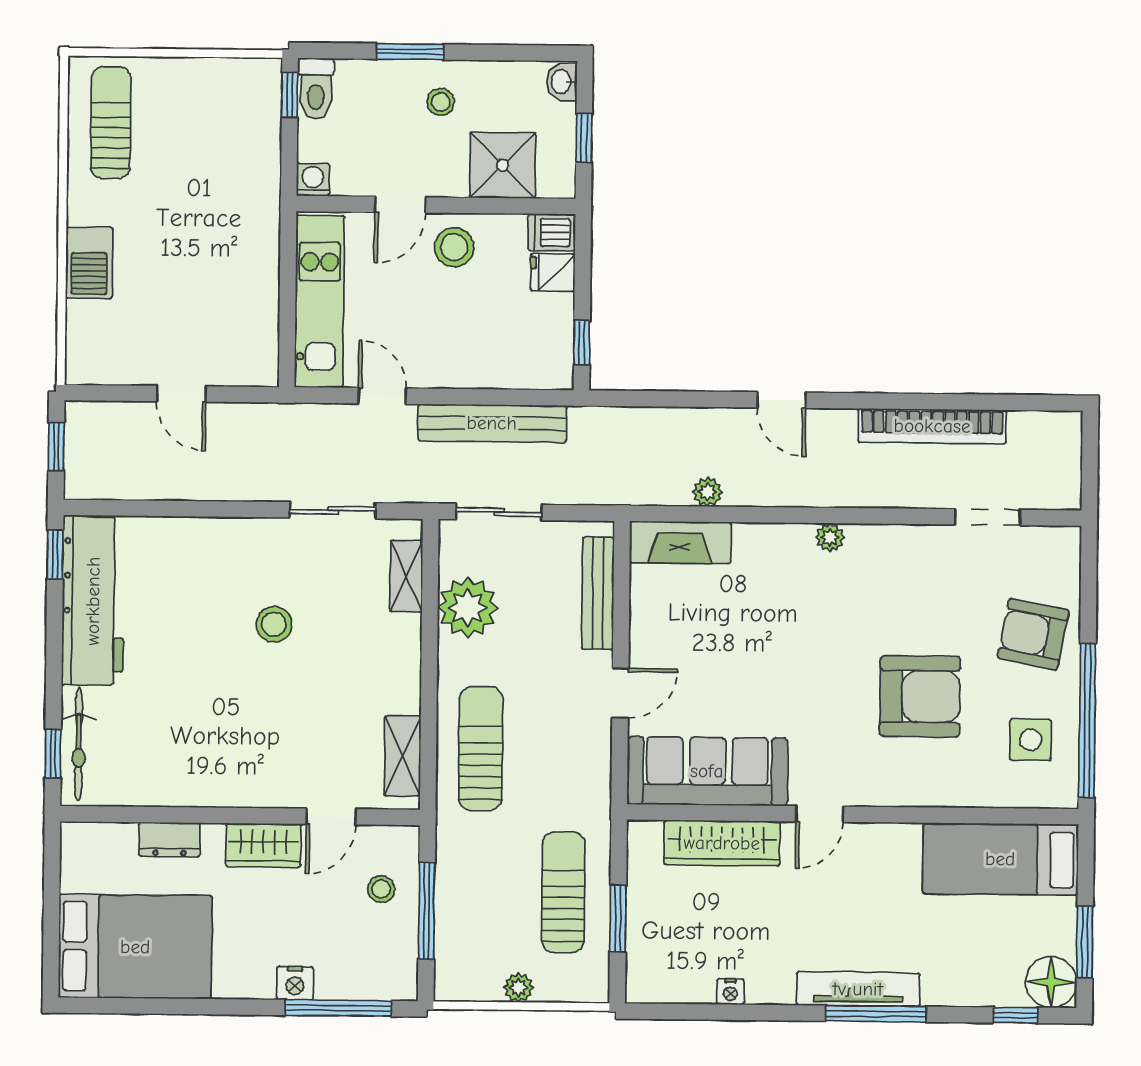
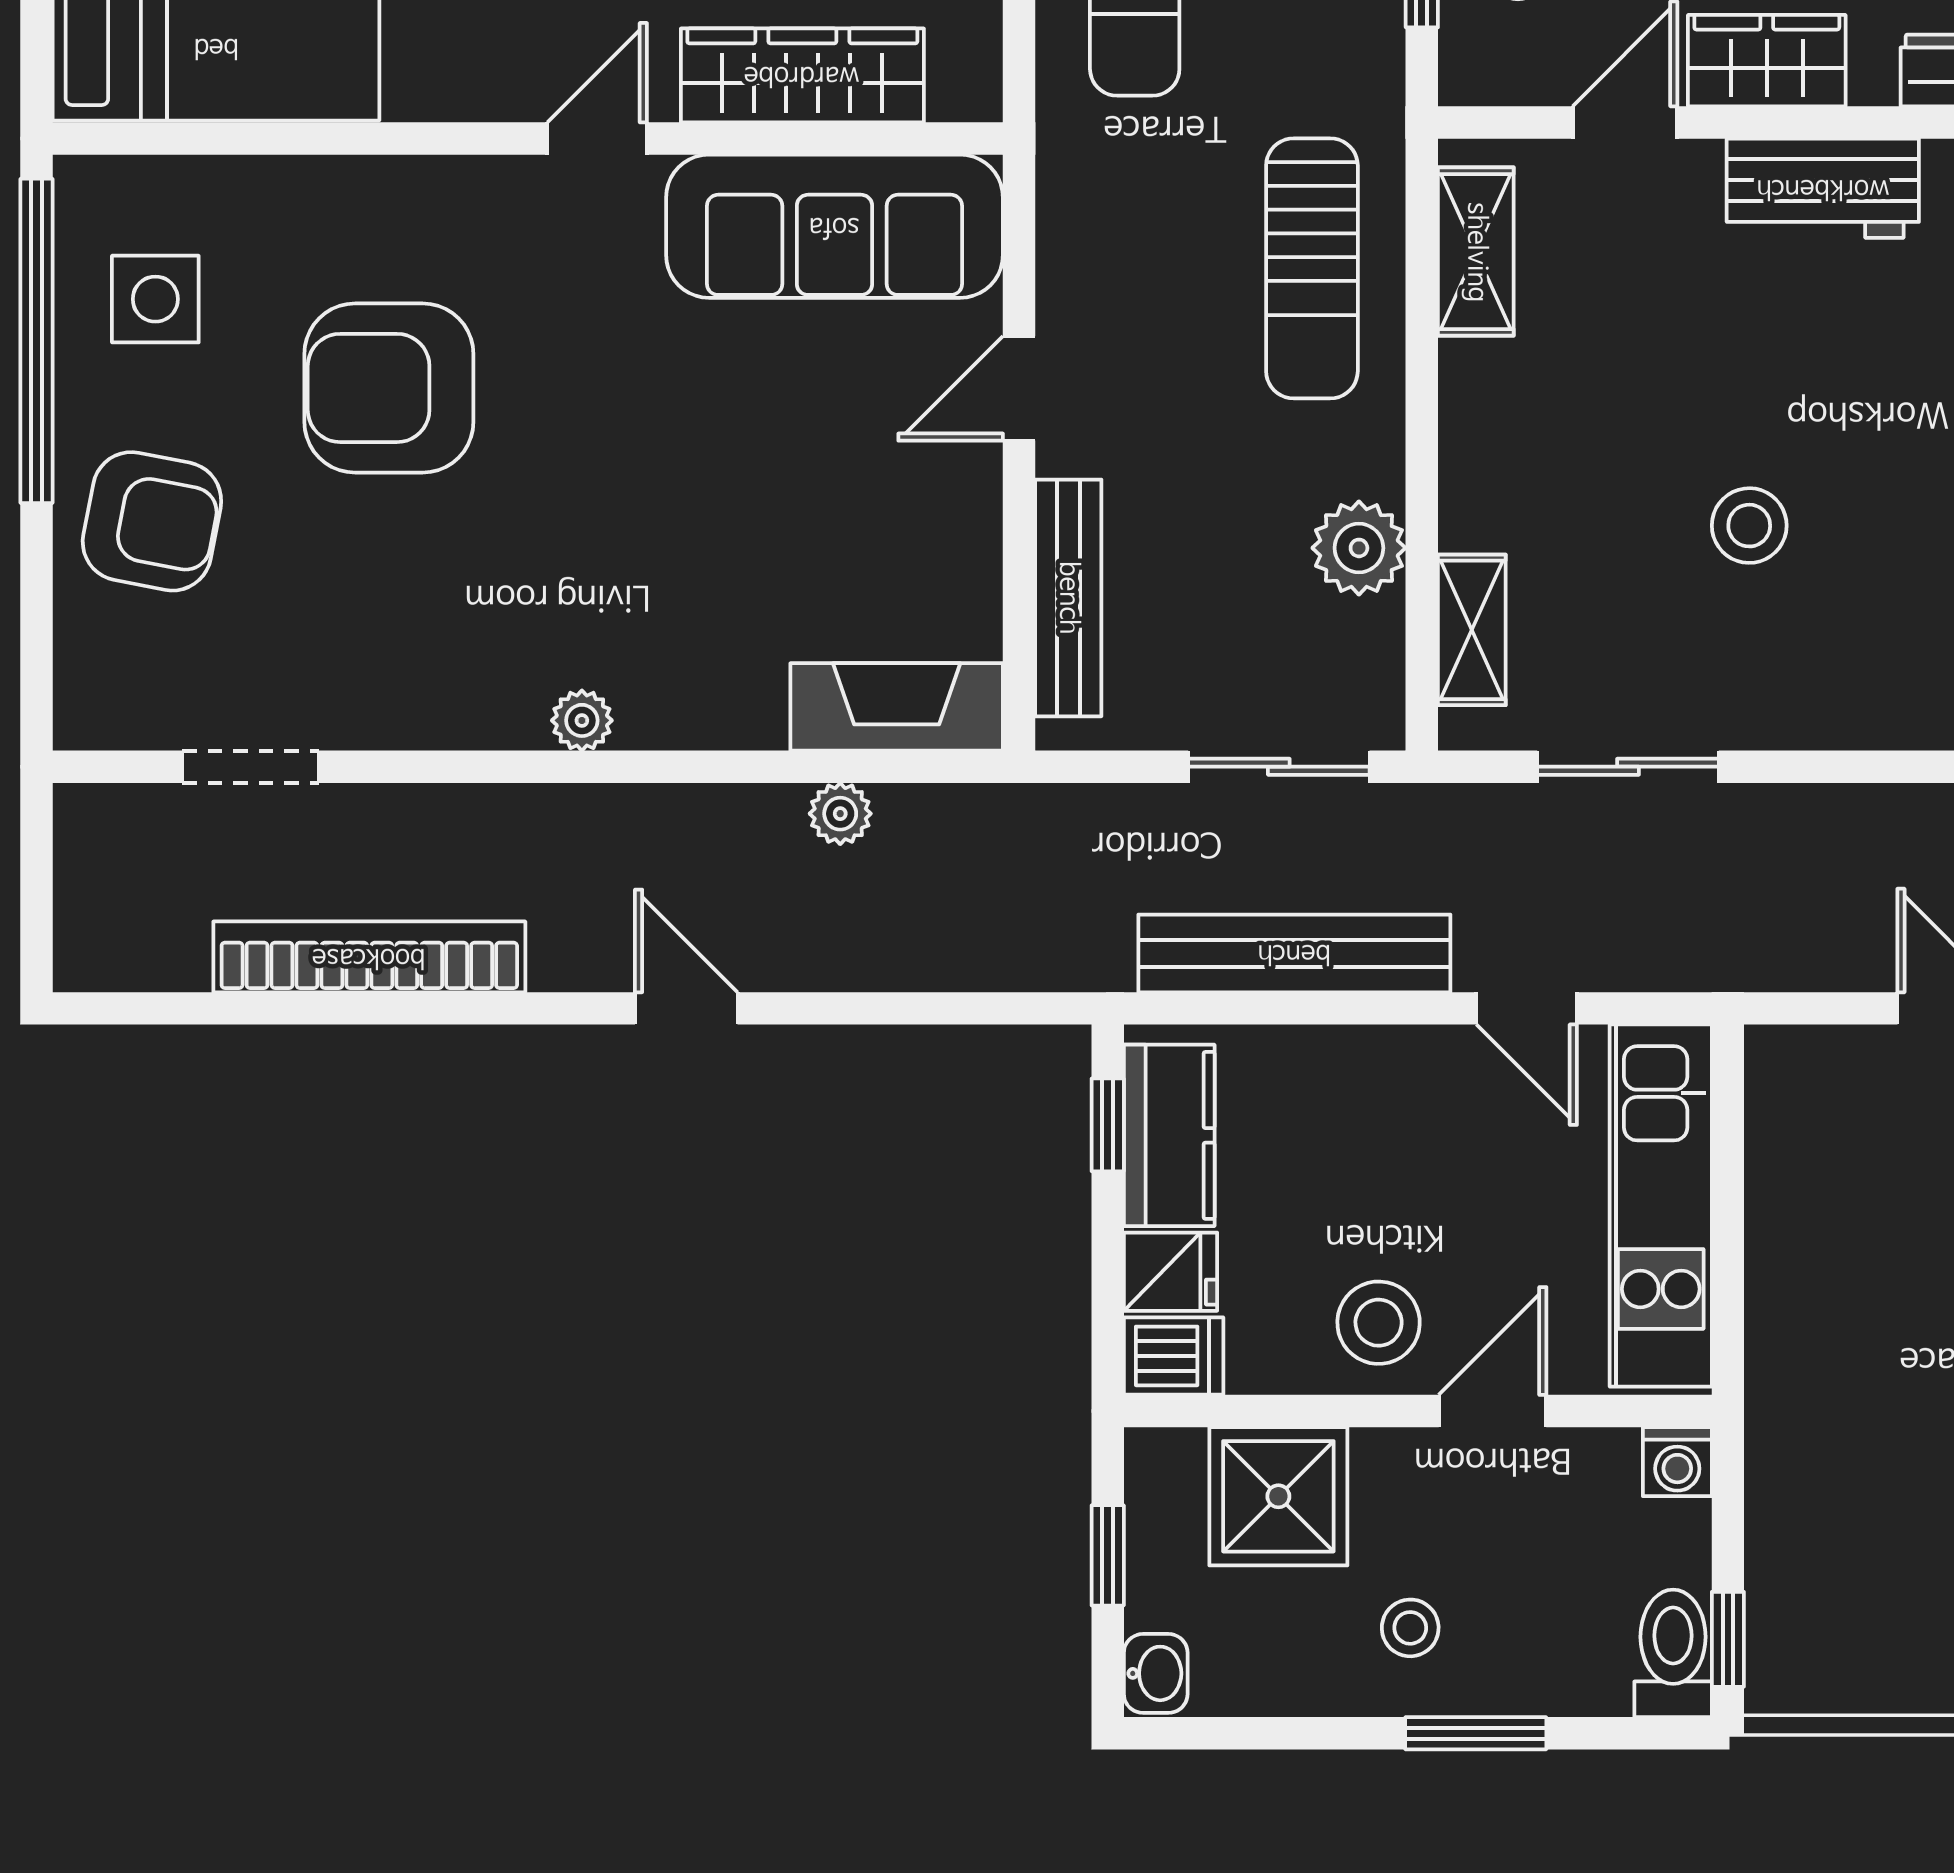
kitchen counter: (553, 337) -> (1169, 1135), added
plant: (468, 608) -> (1359, 548), width x0.73, depth x0.73
workbench: (237, 784) -> (1823, 188), added

